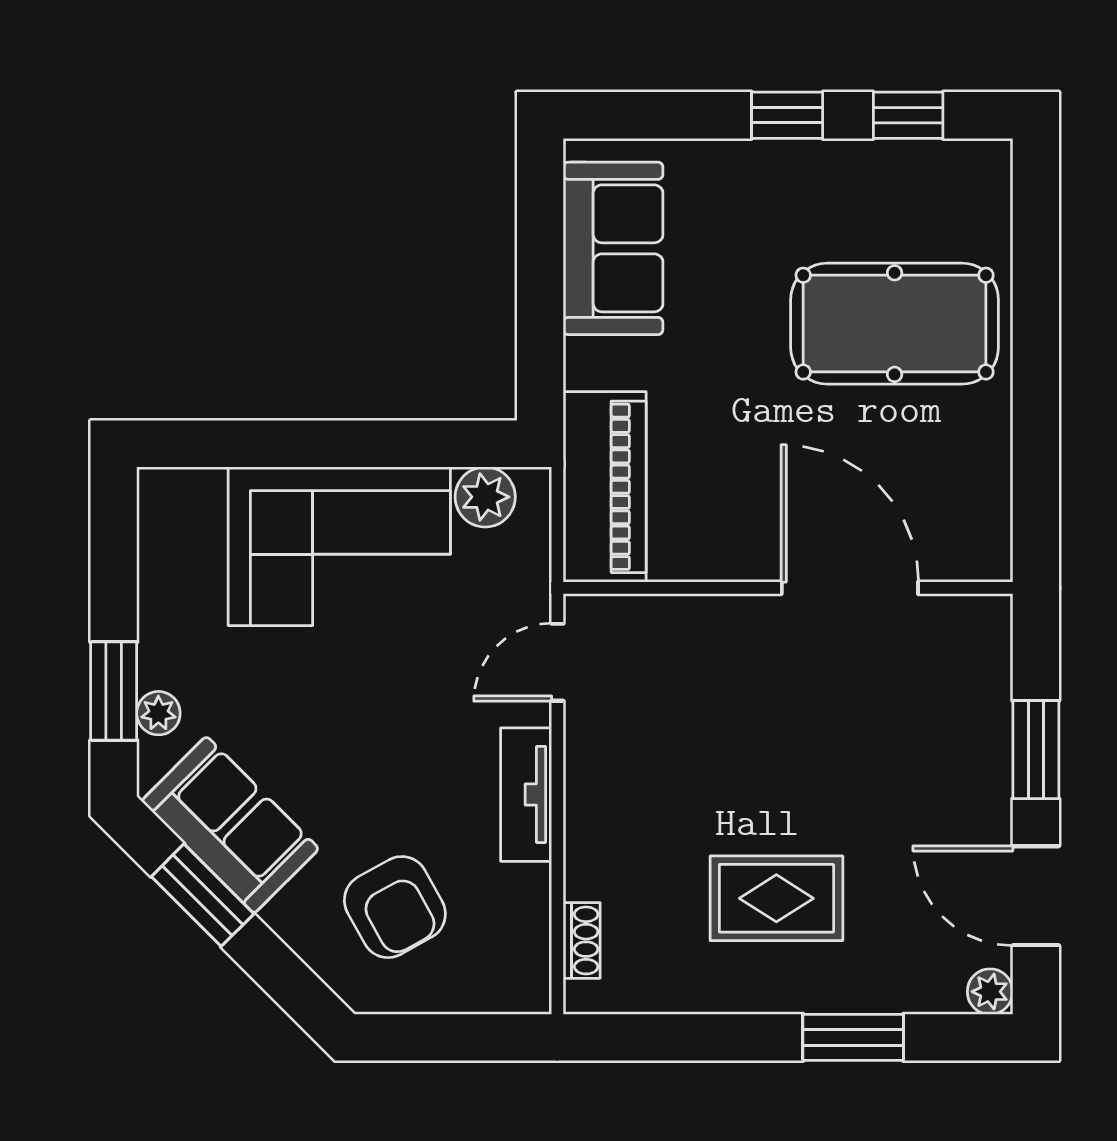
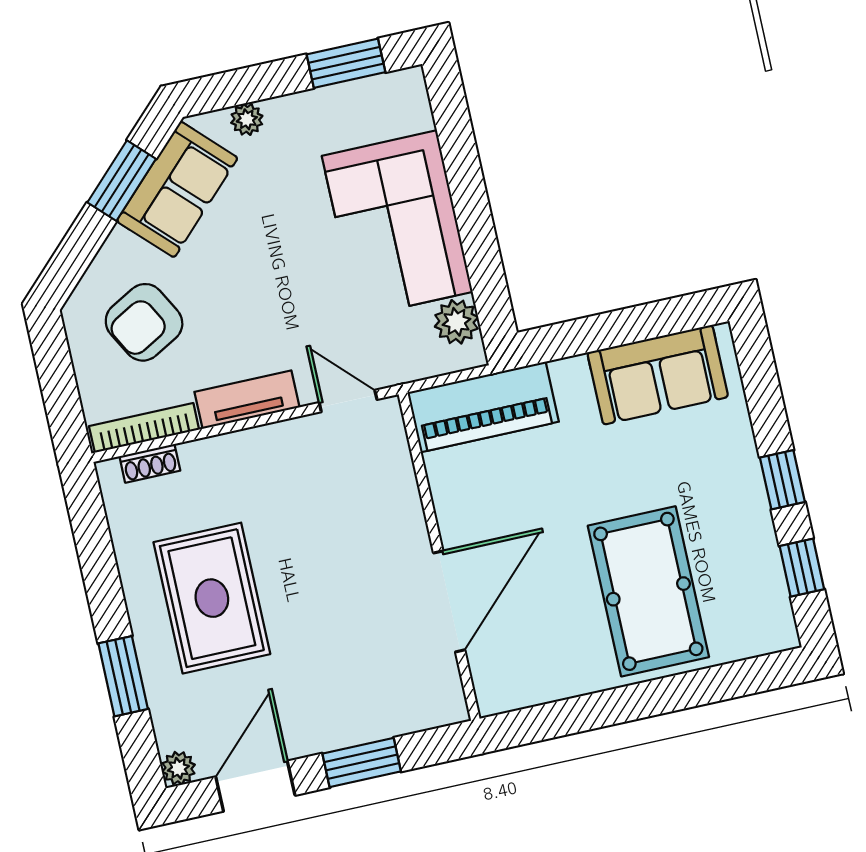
window: (114, 691) -> (346, 63), moved
rug: (776, 898) -> (212, 598), width x1.36, depth x1.43
bookcase: (533, 938) -> (144, 428), added

